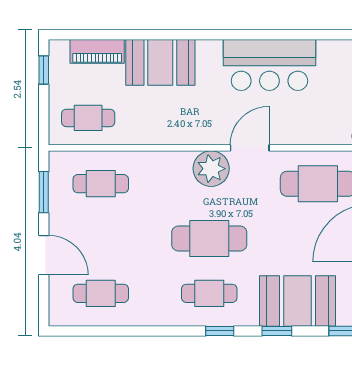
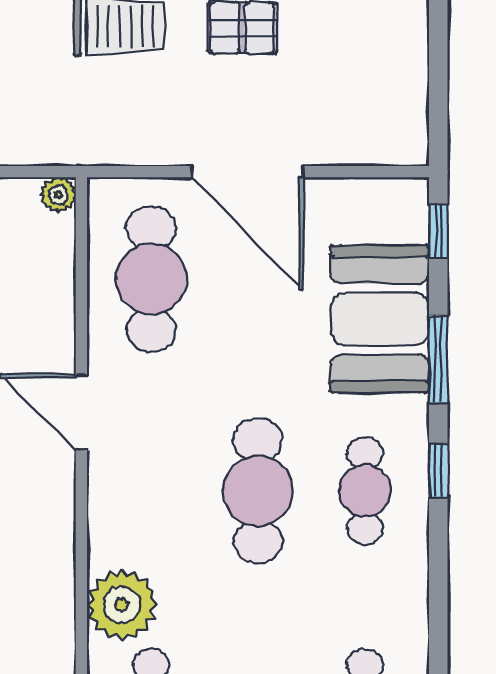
plant: (211, 169) -> (122, 605), moved
window: (277, 331) -> (438, 359), width x1.50

